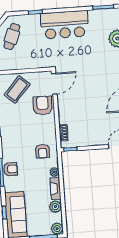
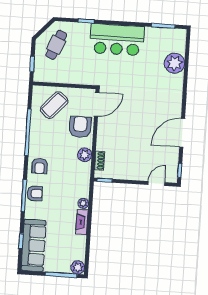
armchair: (42, 151) -> (40, 166), moved
plant: (55, 207) -> (85, 155), moved

